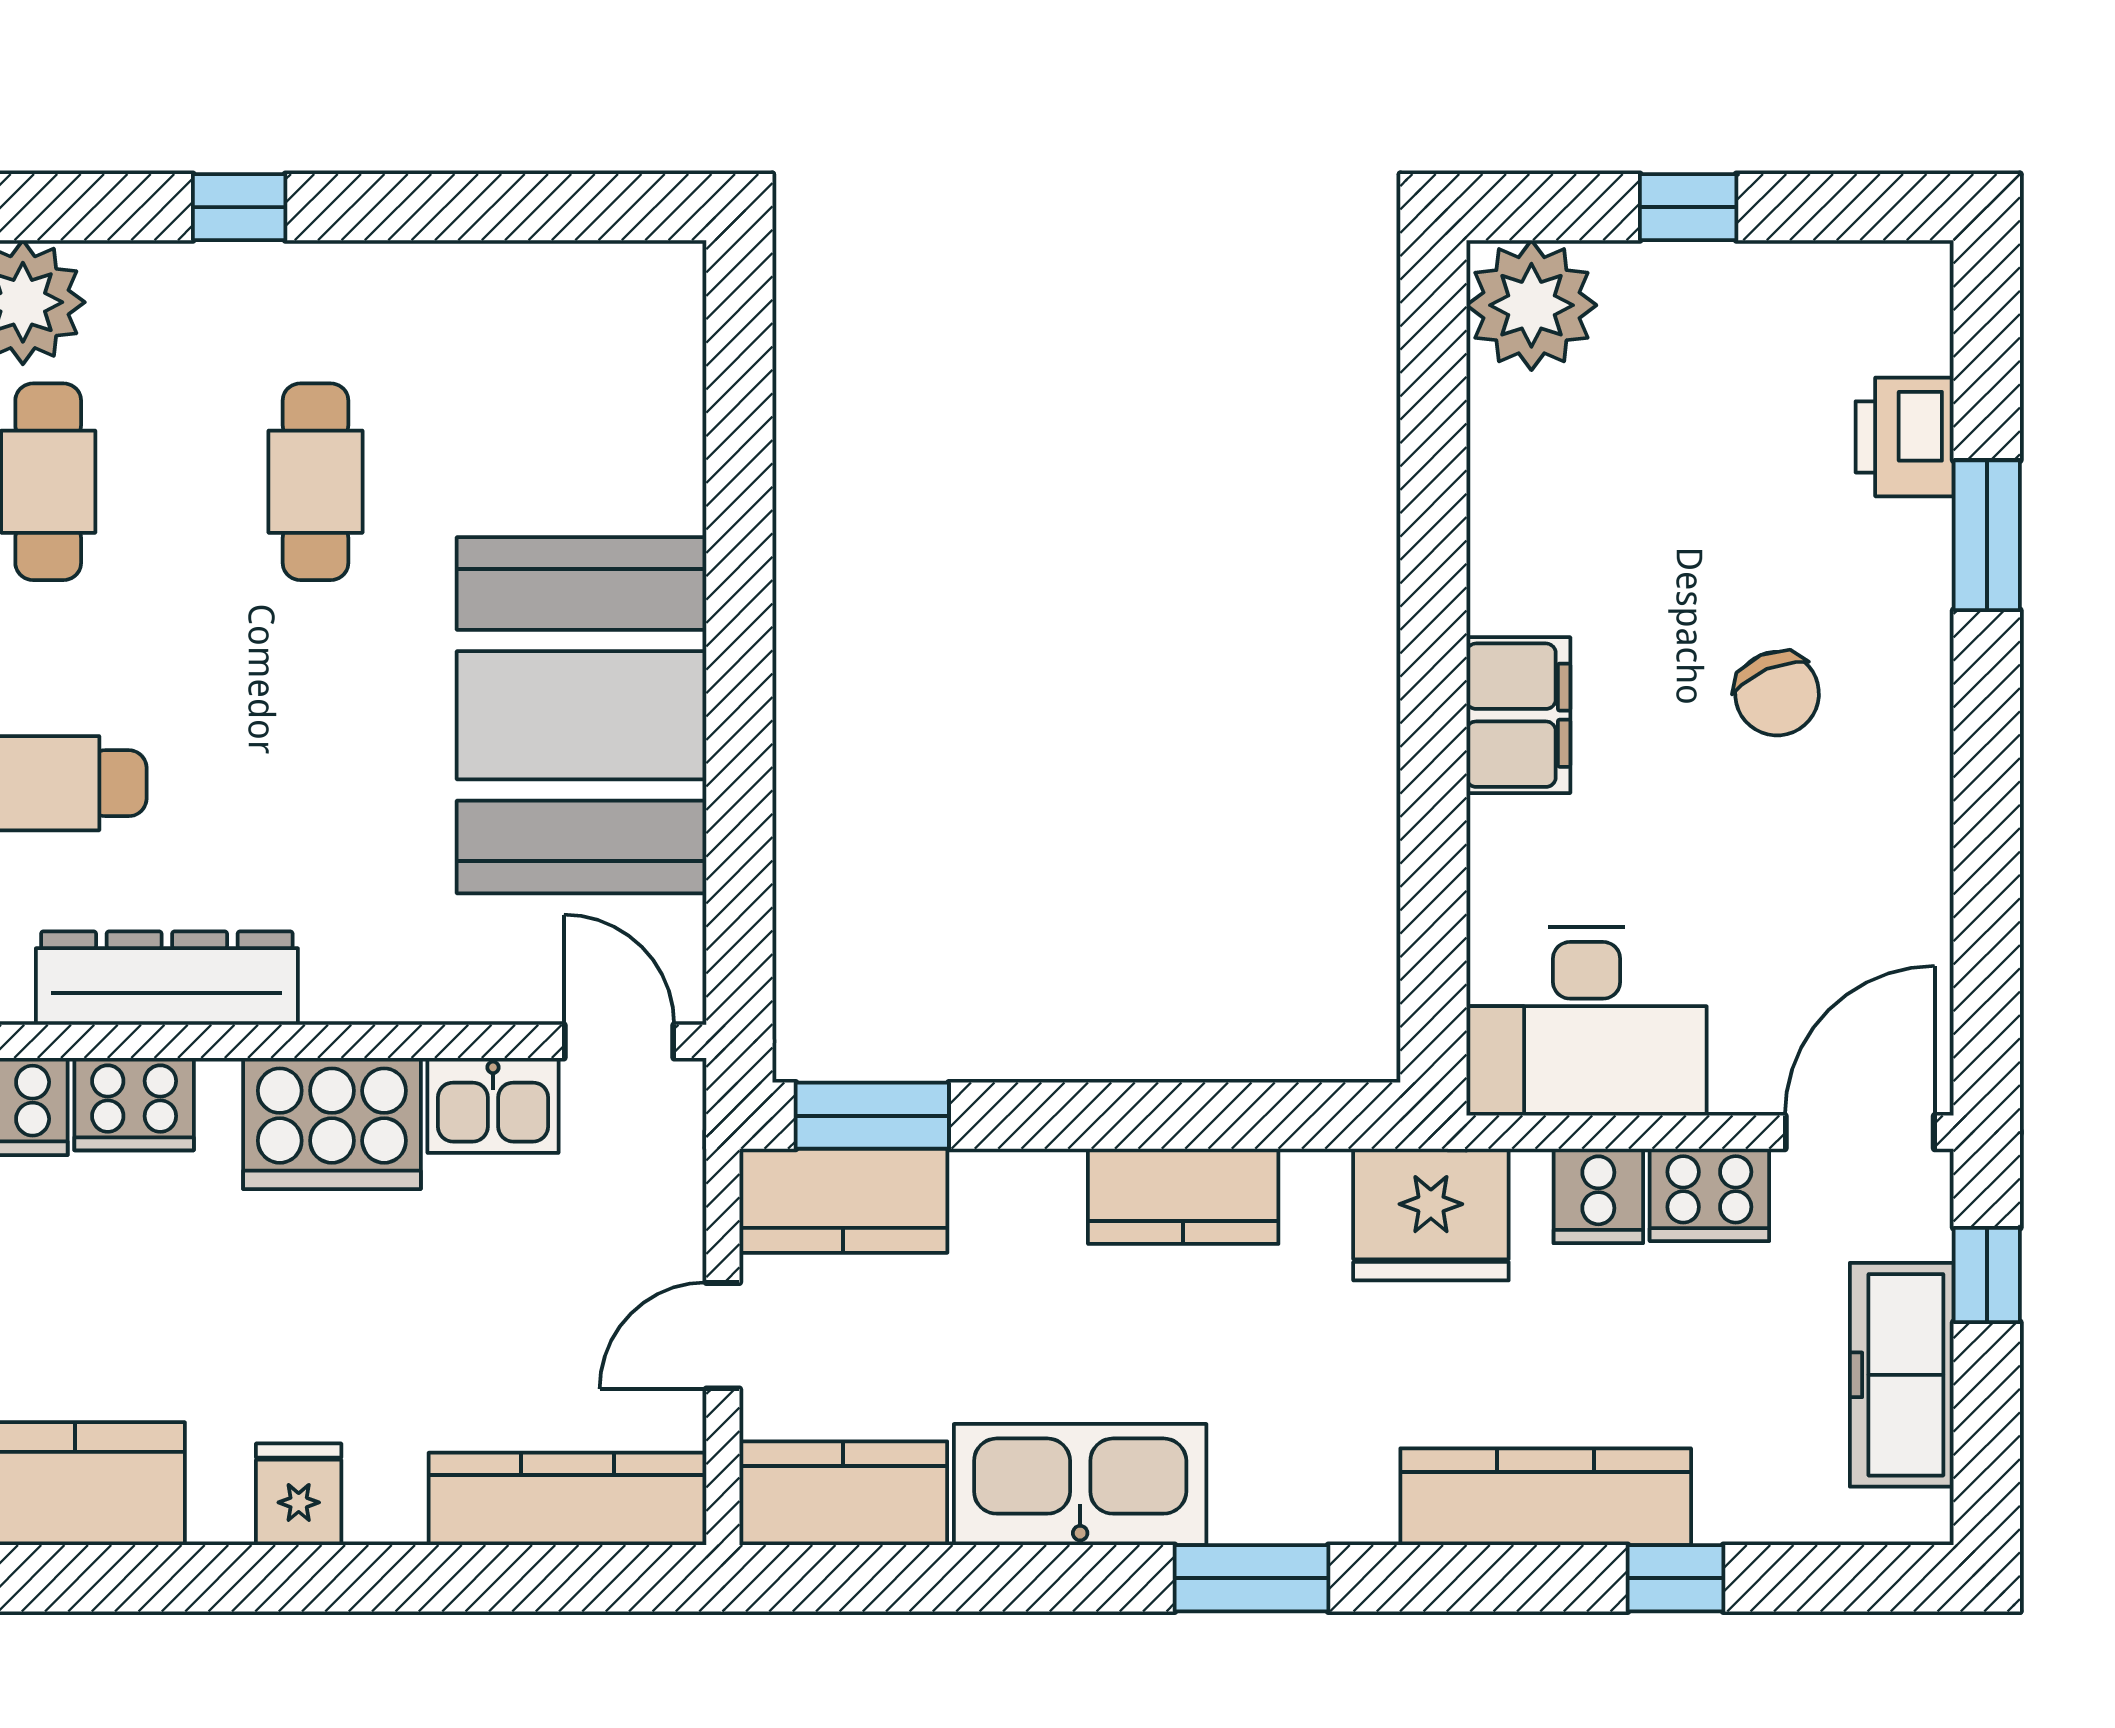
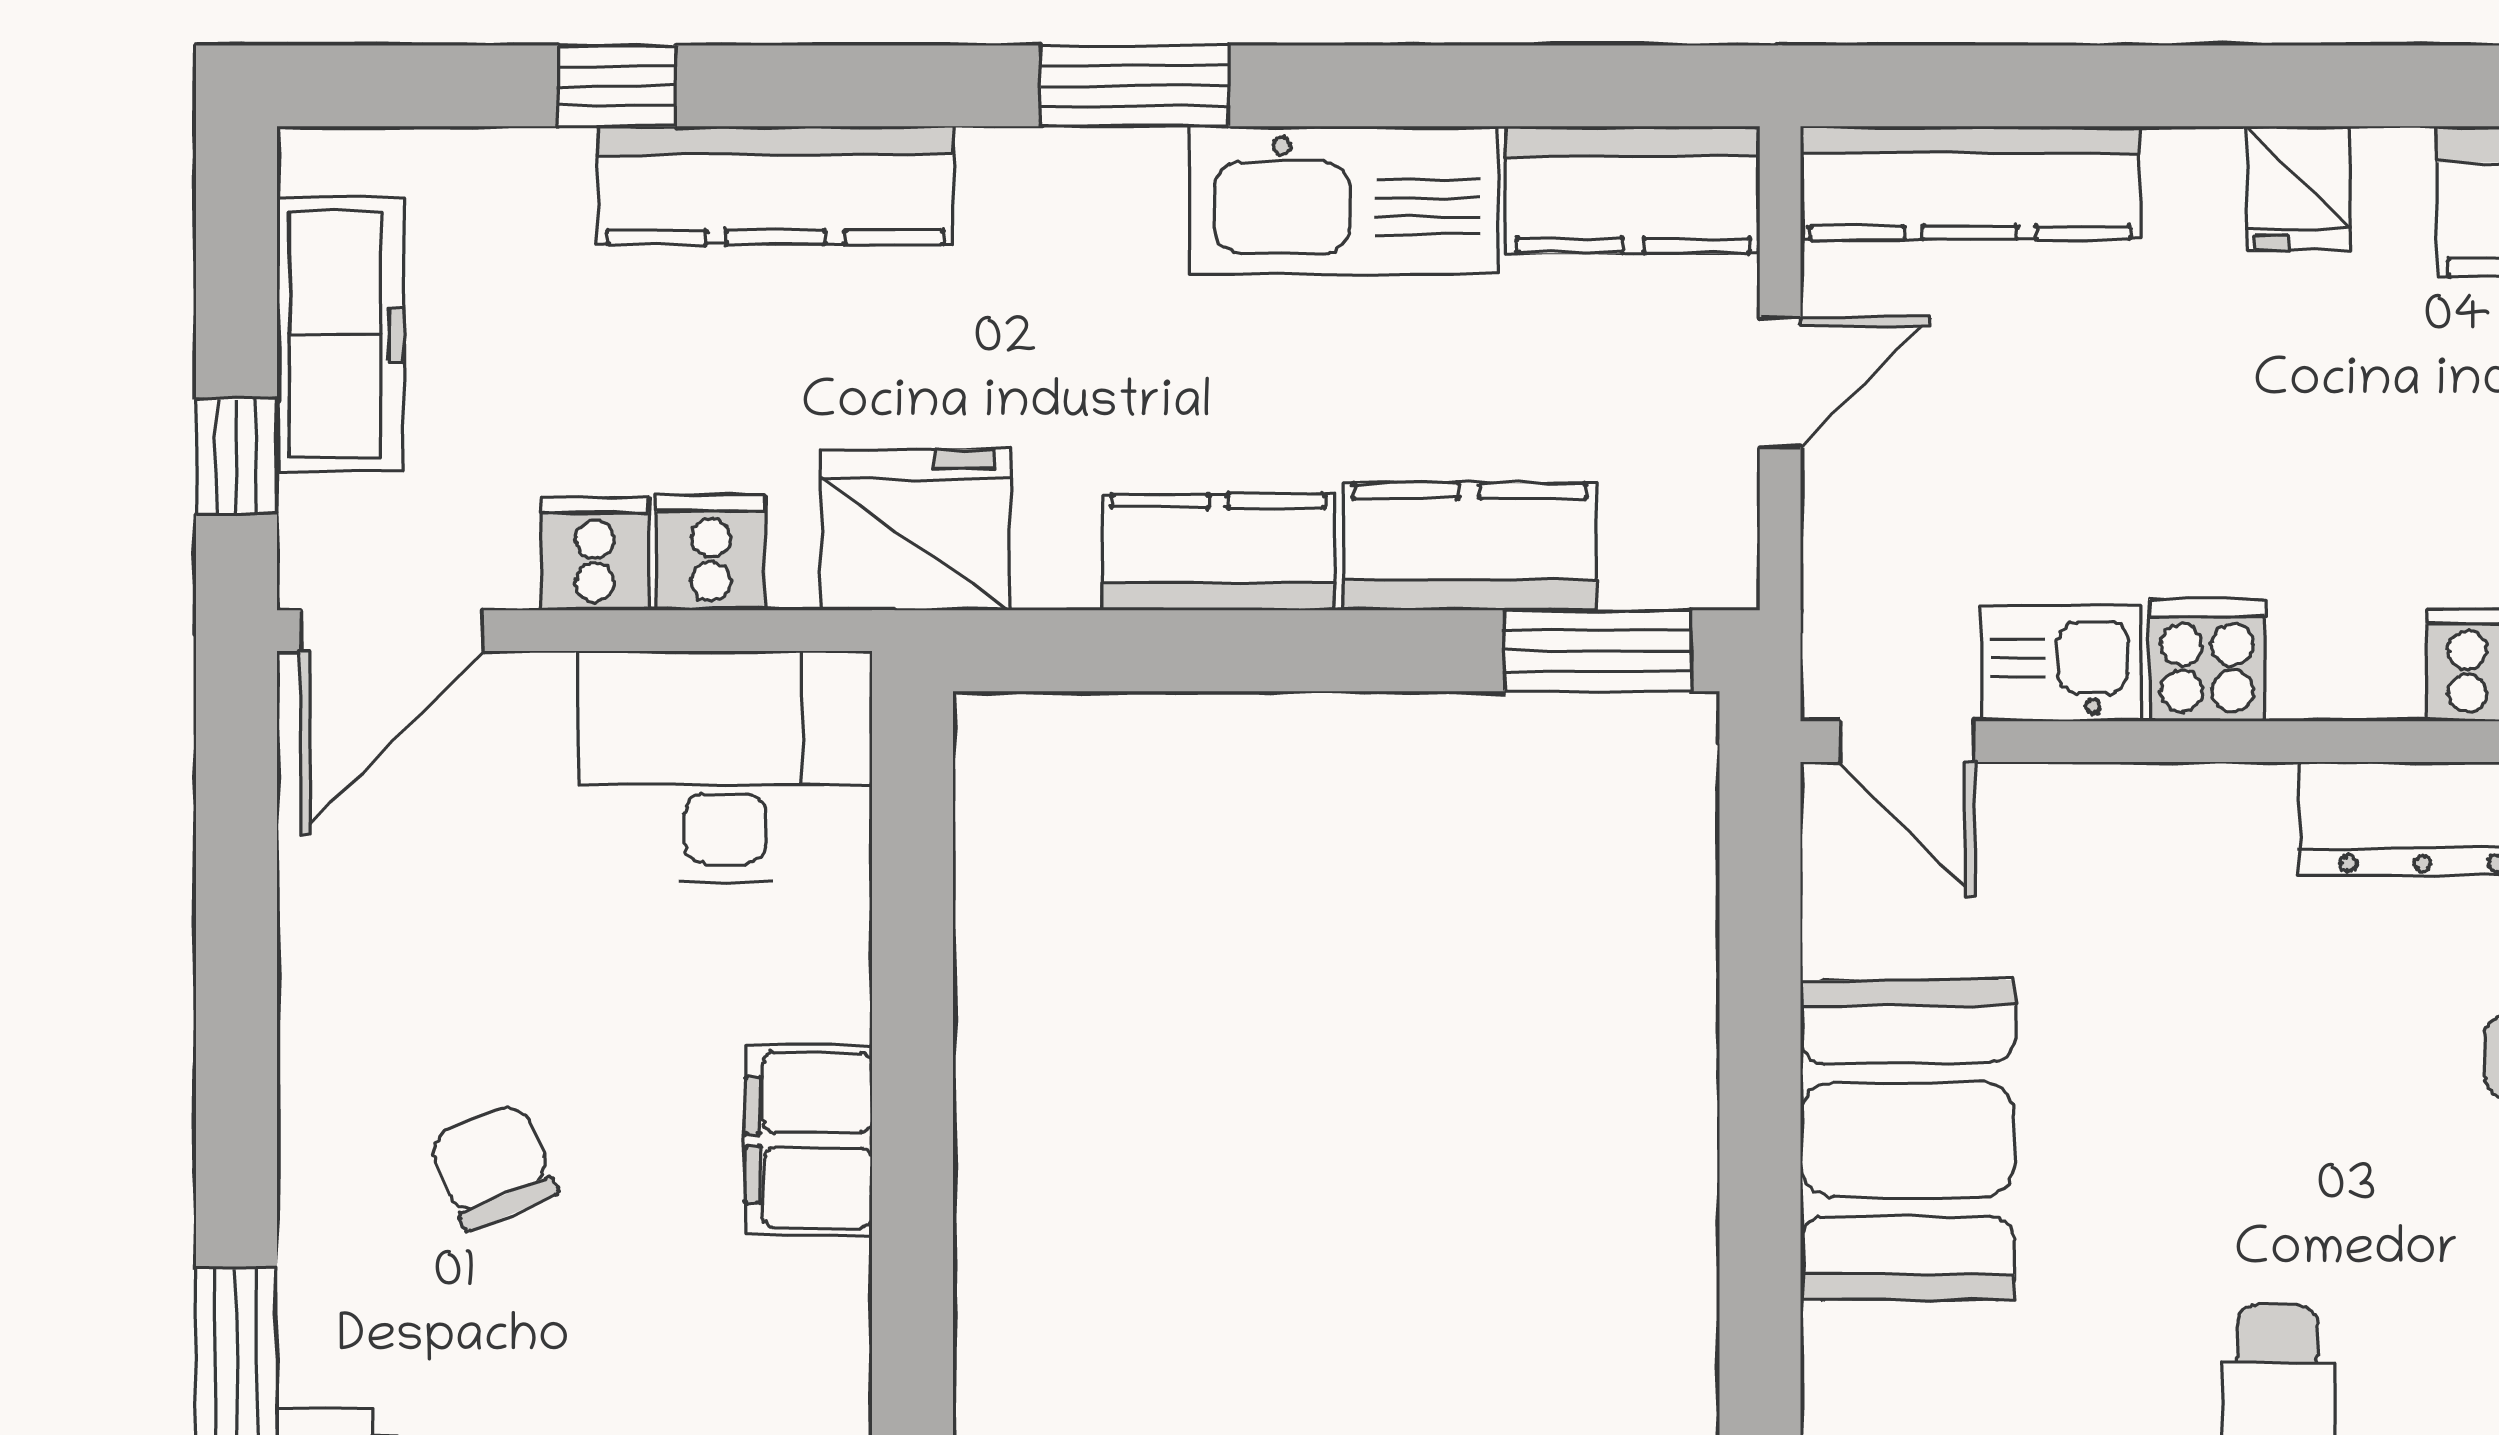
booth: (582, 715) -> (1908, 1140), width x0.73, depth x0.70
cooker: (332, 1123) -> (2207, 660), width x0.53, depth x0.76
cooker: (1709, 1195) -> (595, 554), width x0.73
kitchen counter: (843, 1201) -> (1469, 547), moved

